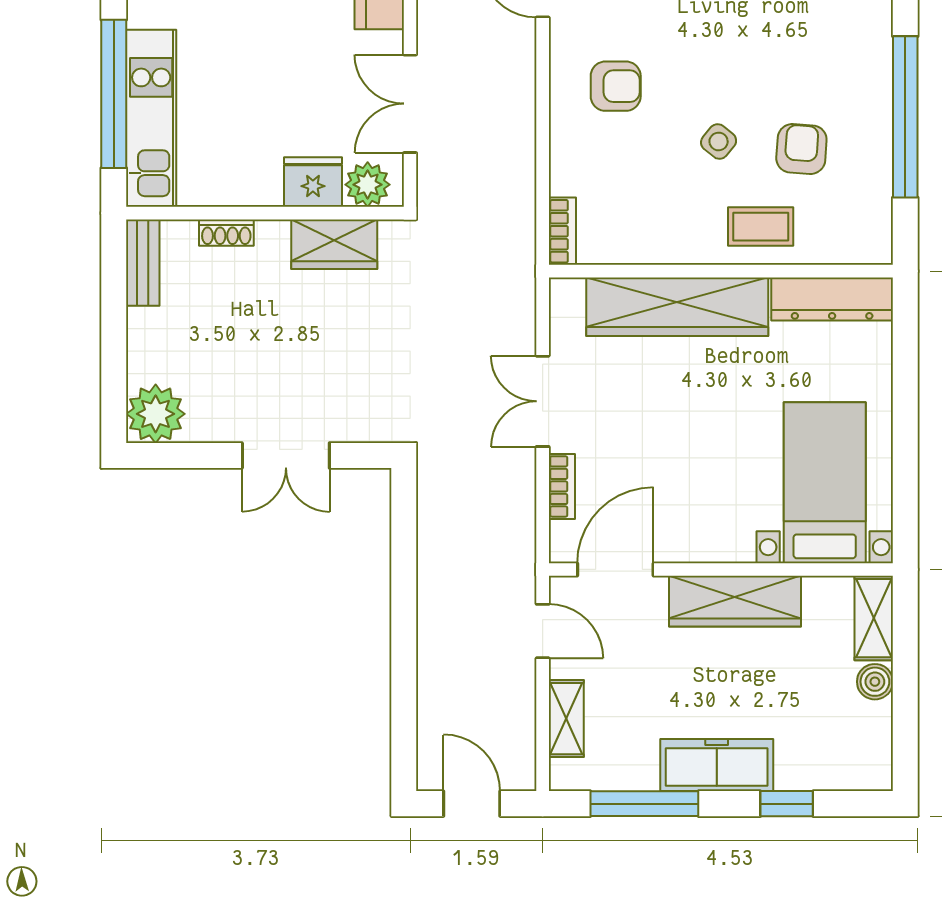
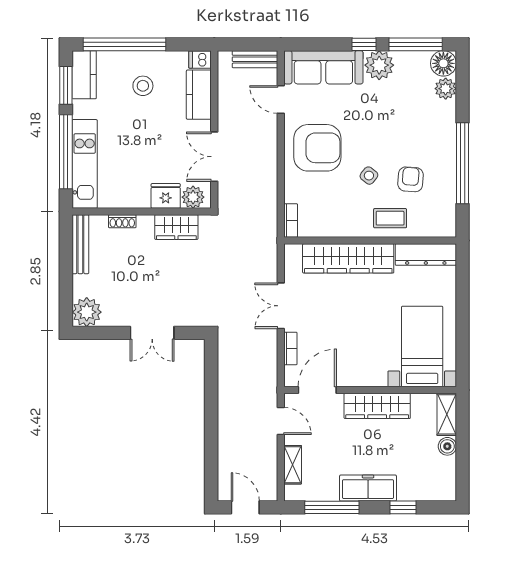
armchair: (616, 86) -> (317, 148), width x1.88, depth x1.88
bench: (143, 263) -> (80, 244), width x1.36

